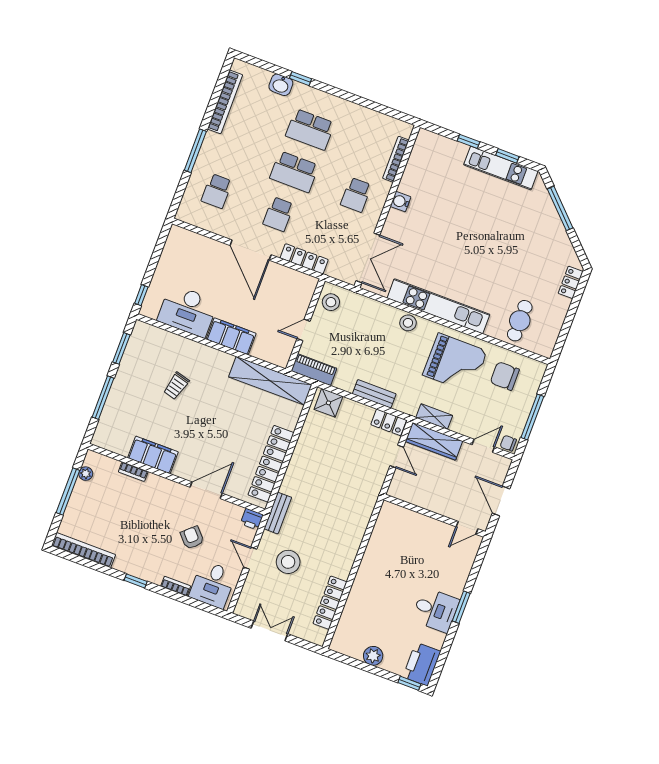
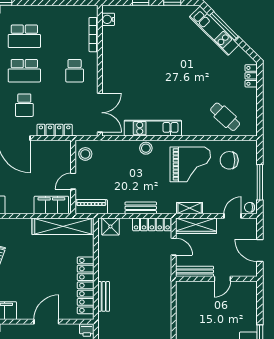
kitchen unit: (501, 168) -> (214, 31), moved, turned 45
water cooler: (401, 202) -> (108, 19), moved
kitchen unit: (438, 306) -> (153, 128), width x0.73
cafe table: (520, 321) -> (225, 117), turned -47
filing cabinet: (231, 336) -> (51, 205), moved
locker: (389, 422) -> (152, 224), width x1.53
bench: (411, 497) -> (194, 271), added
bench: (278, 513) -> (104, 296), moved
door: (467, 528) -> (222, 279), moved

